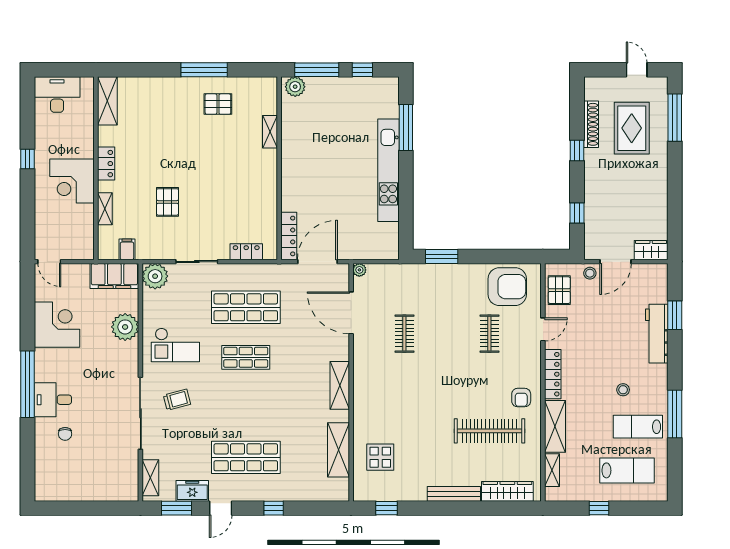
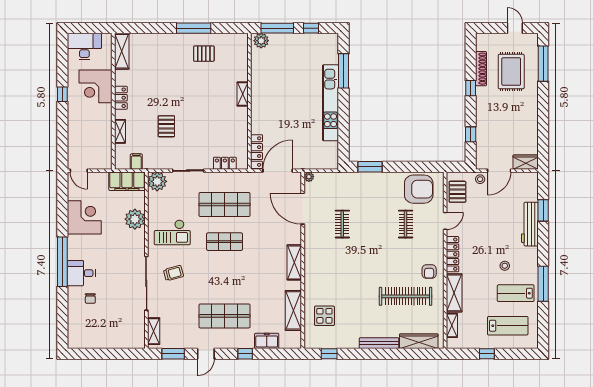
shelving: (270, 132) -> (243, 94), moved
corner desk: (72, 181) -> (96, 86), moved
freezer: (192, 491) -> (267, 341), moved

